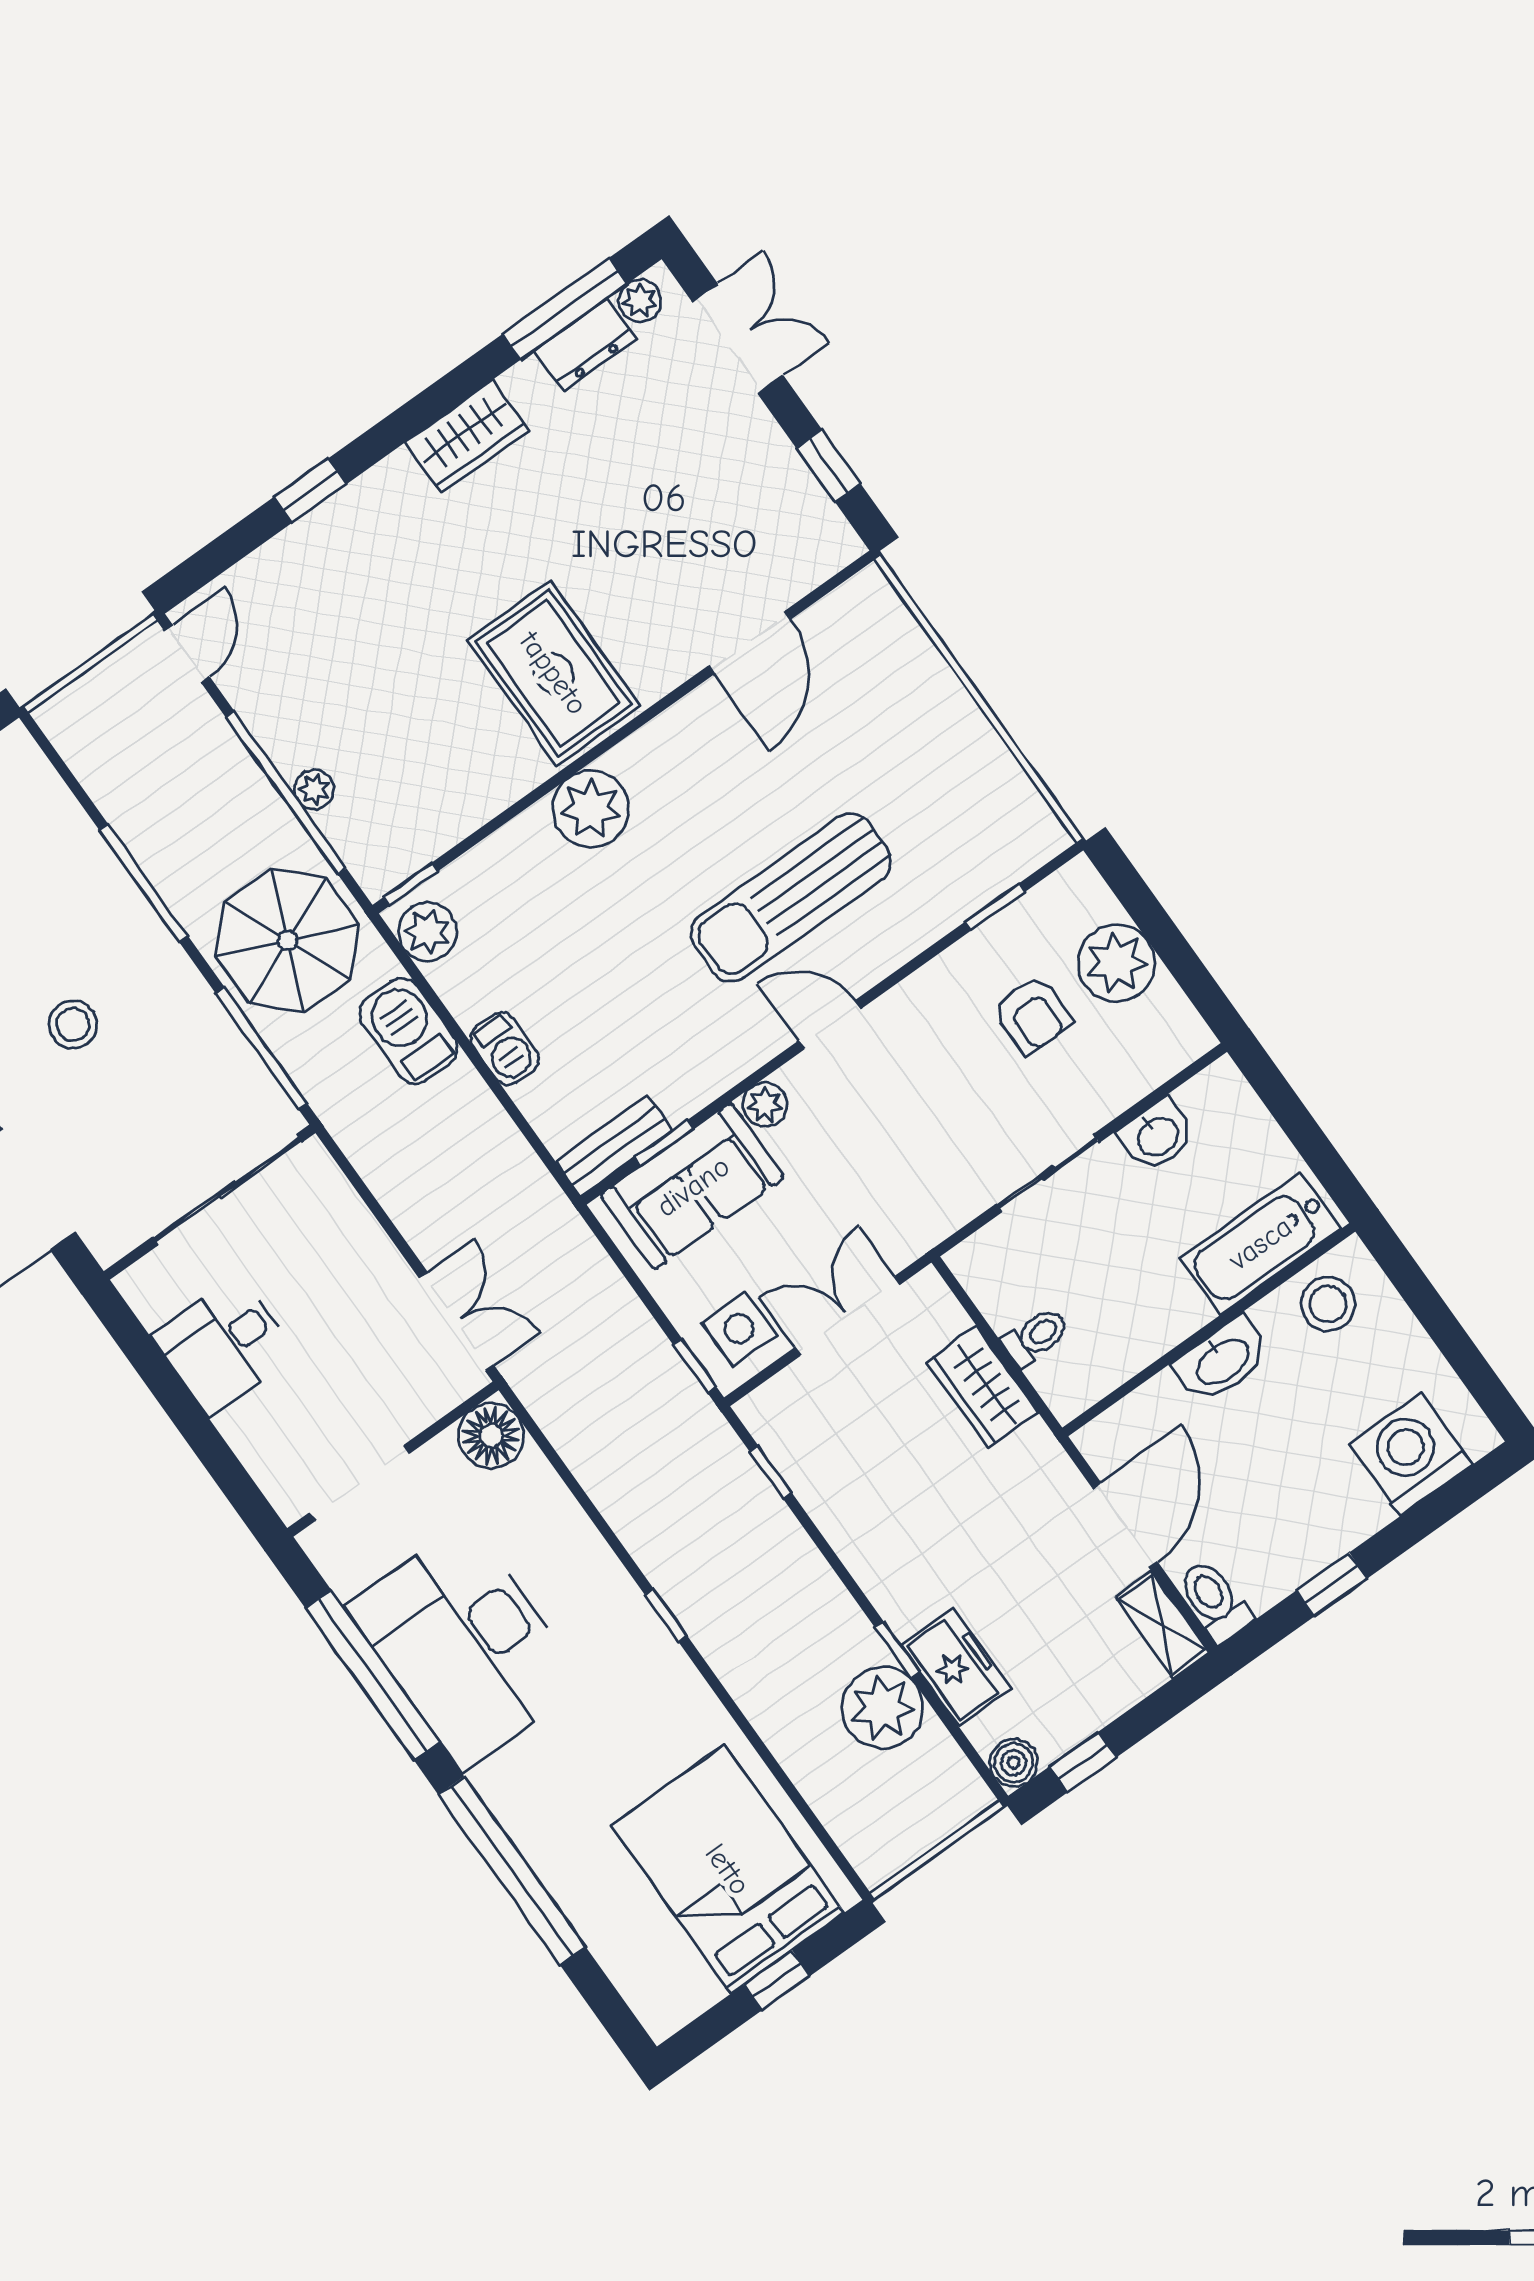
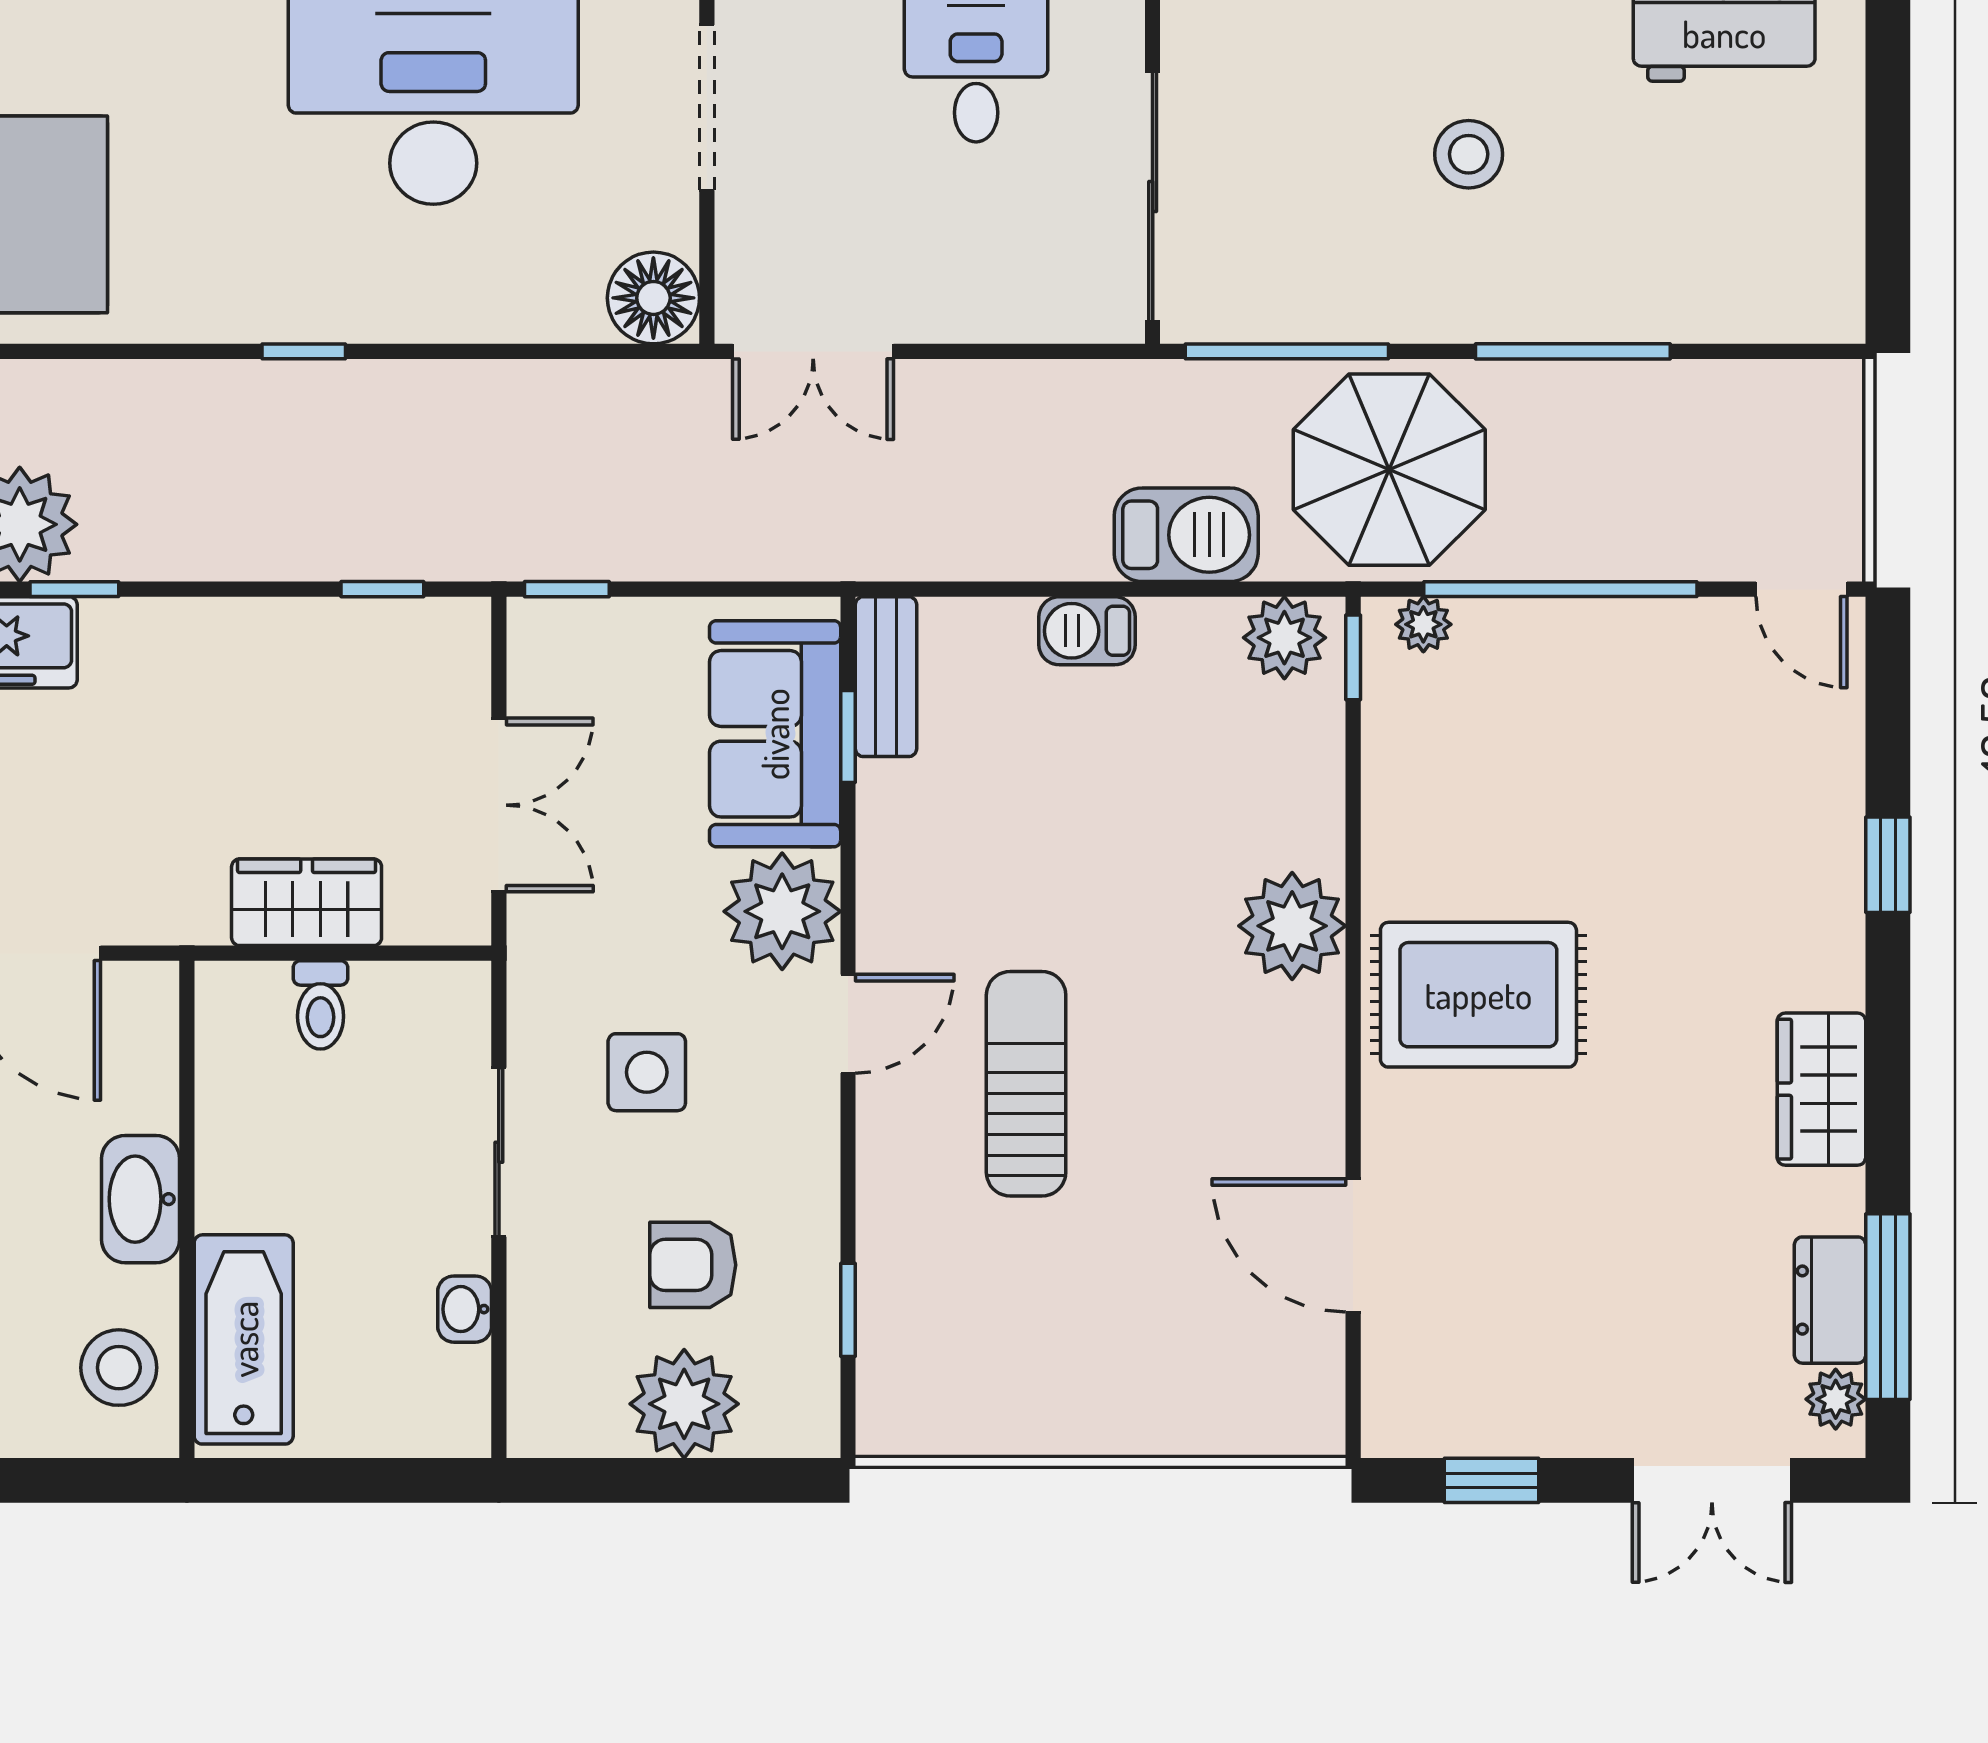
plant: (314, 790) -> (1423, 624), moved
sun lounger: (791, 897) -> (1026, 1084), width x0.73, depth x0.75
plant: (765, 1104) -> (782, 911), width x1.88, depth x1.88
washbasin: (1157, 1135) -> (465, 1309), width x0.72, depth x0.69
side table: (739, 1329) -> (647, 1072), moved

